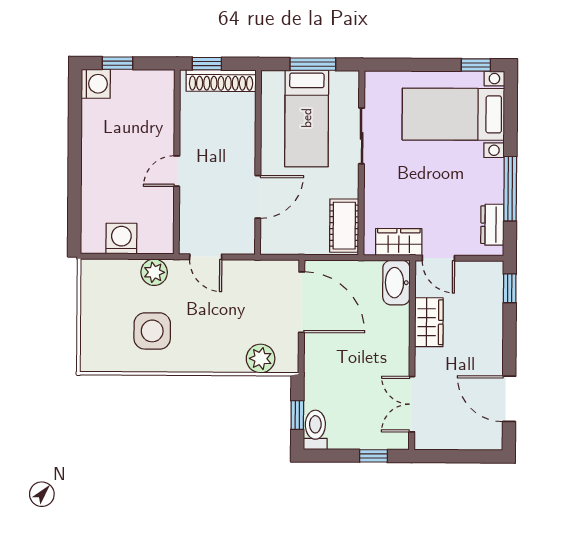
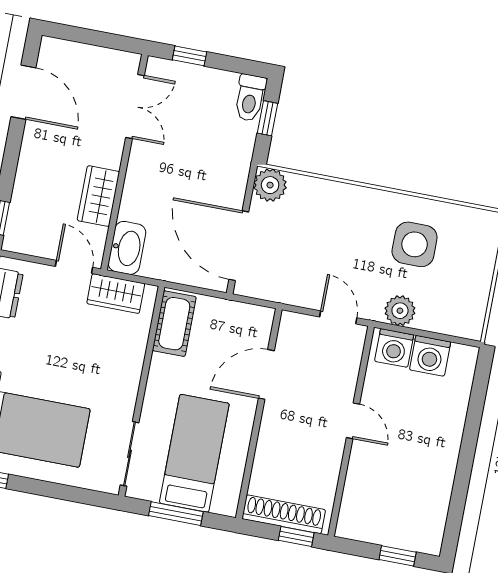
washing machine: (96, 84) -> (394, 348), moved, turned -90
sliding door: (362, 136) -> (130, 454), moved
door: (177, 171) -> (353, 421), hinge flipped
plant: (261, 359) -> (270, 185), moved

